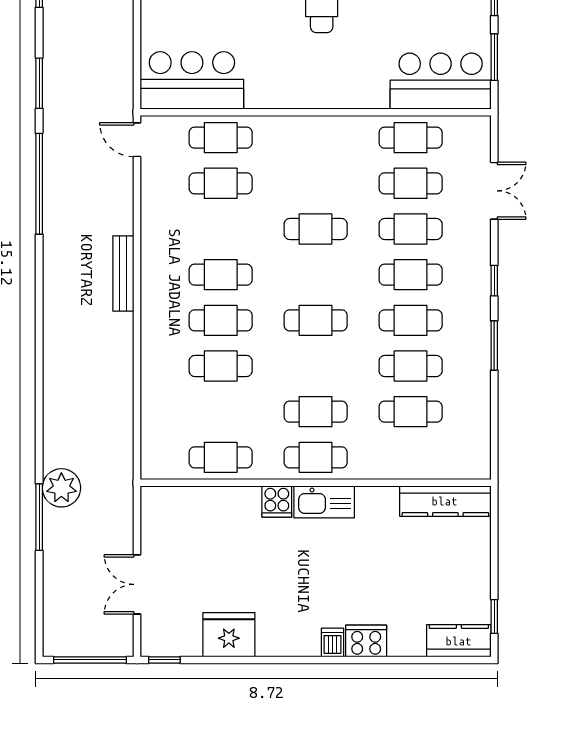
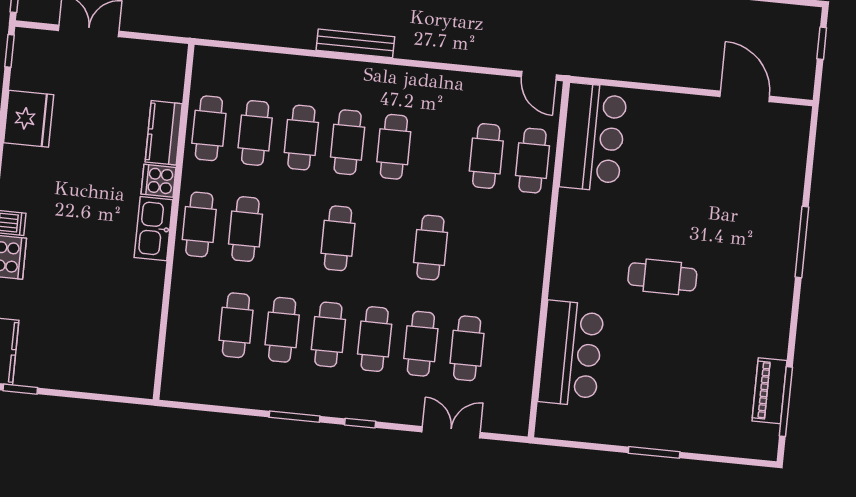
window: (494, 57) -> (586, 446), removed
bar counter: (441, 81) -> (571, 354), moved
cafe table: (411, 138) -> (255, 133), moved
door: (137, 140) -> (539, 76), swing flipped
double door: (494, 191) -> (451, 432), swing flipped
bench: (123, 274) -> (355, 43), moved
kitchen counter: (445, 501) -> (164, 133), moved, width x0.67

